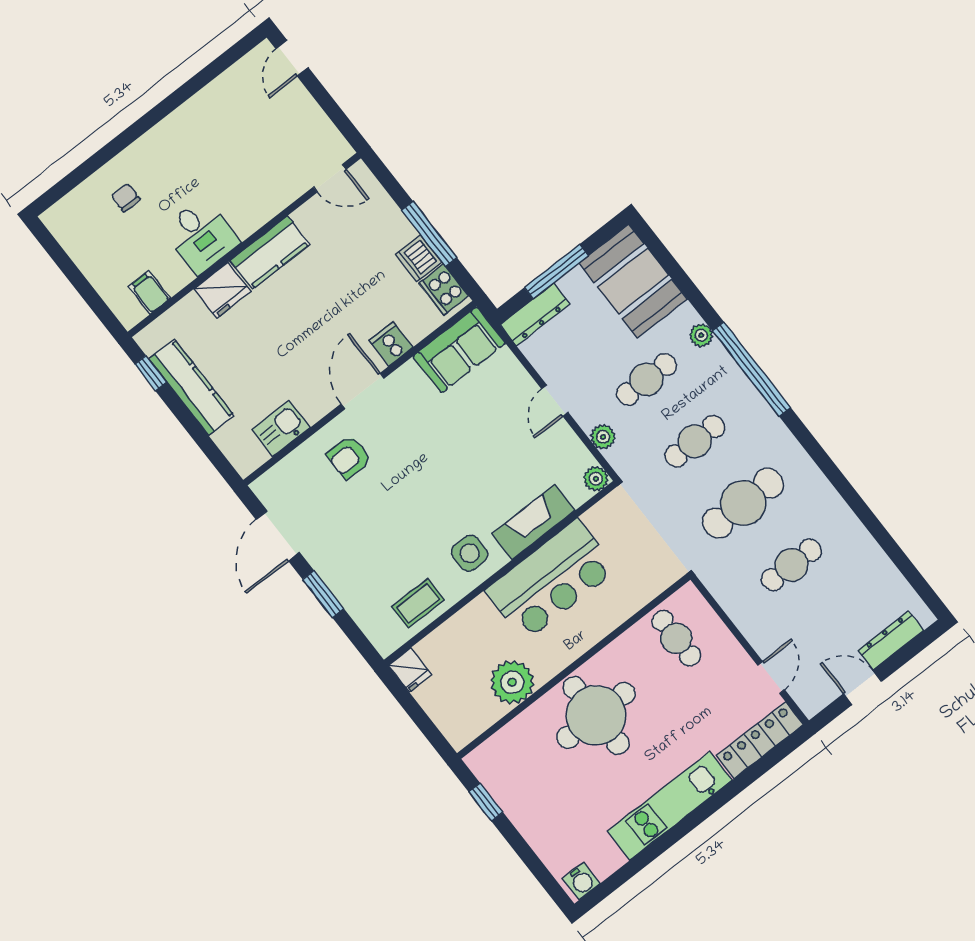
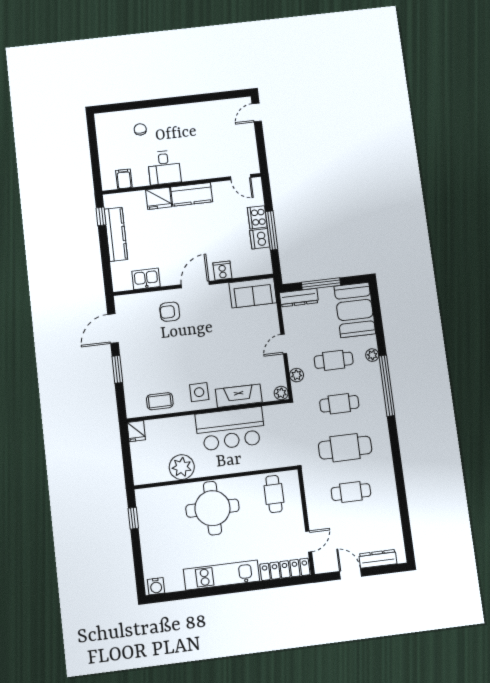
cooker: (444, 290) -> (257, 217), moved

